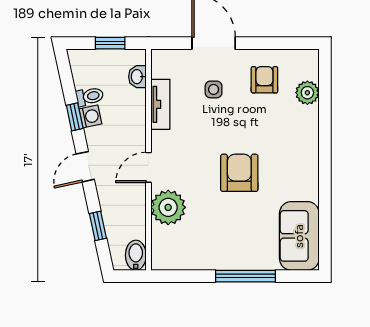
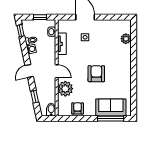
armchair: (264, 80) -> (78, 108), moved
window: (75, 117) -> (21, 31), moved
door: (148, 167) -> (57, 71), swing flipped
sofa: (299, 236) -> (111, 107), moved, turned 90
window: (245, 276) -> (111, 119), moved

